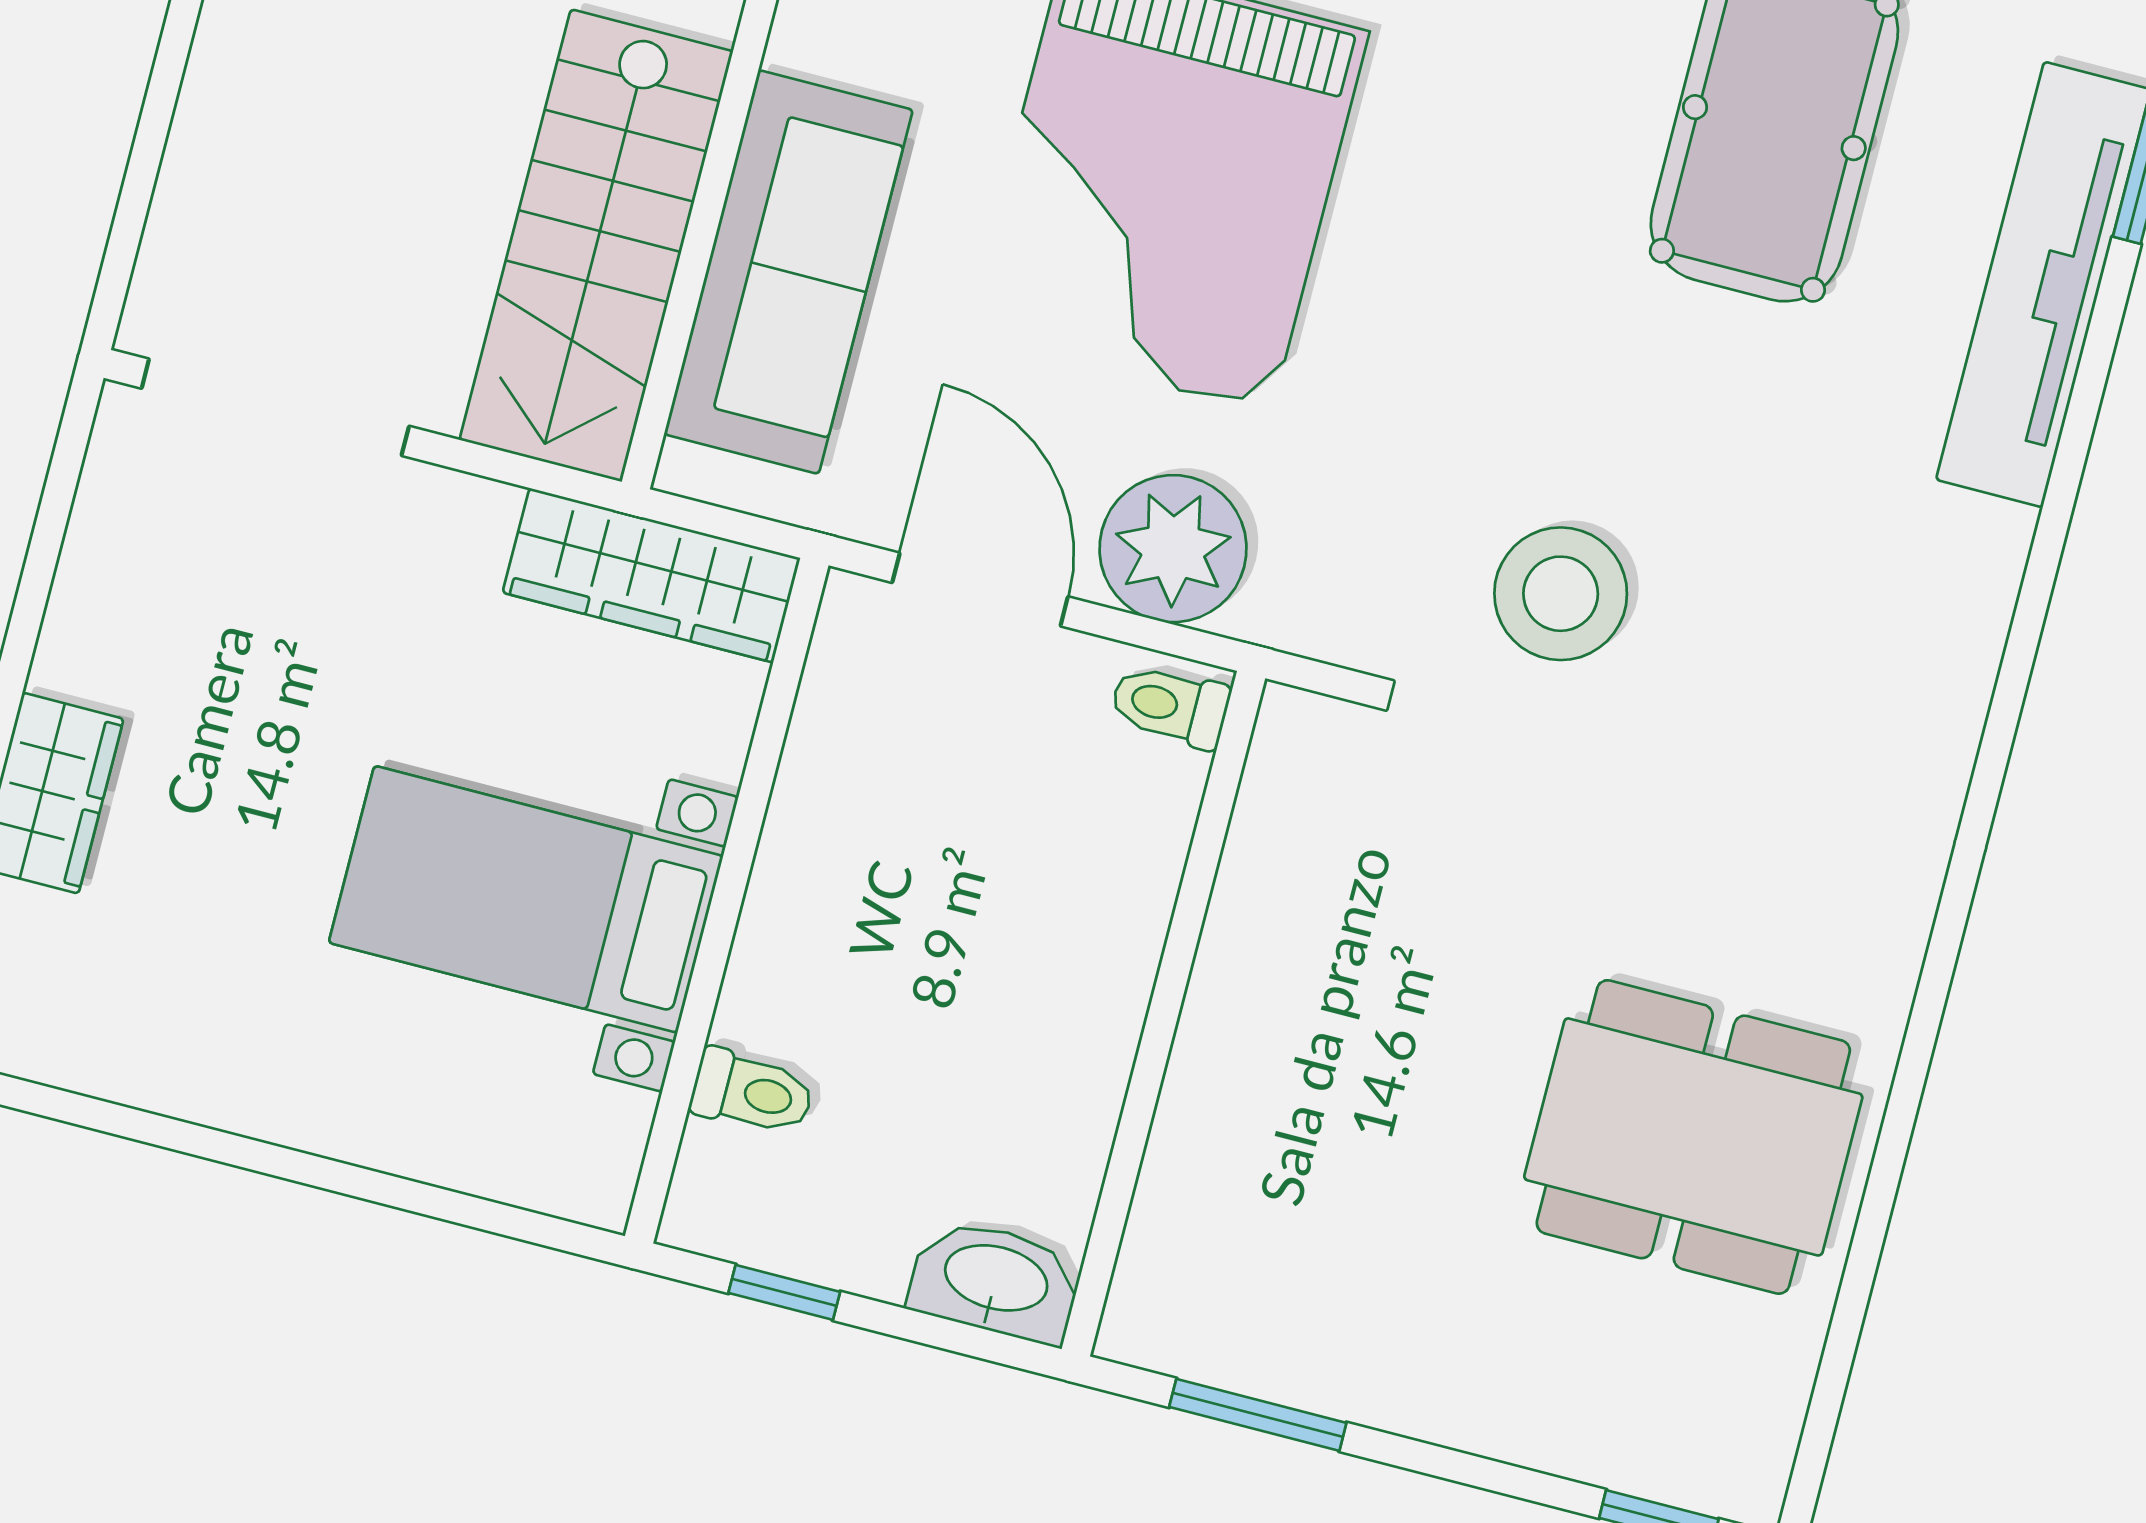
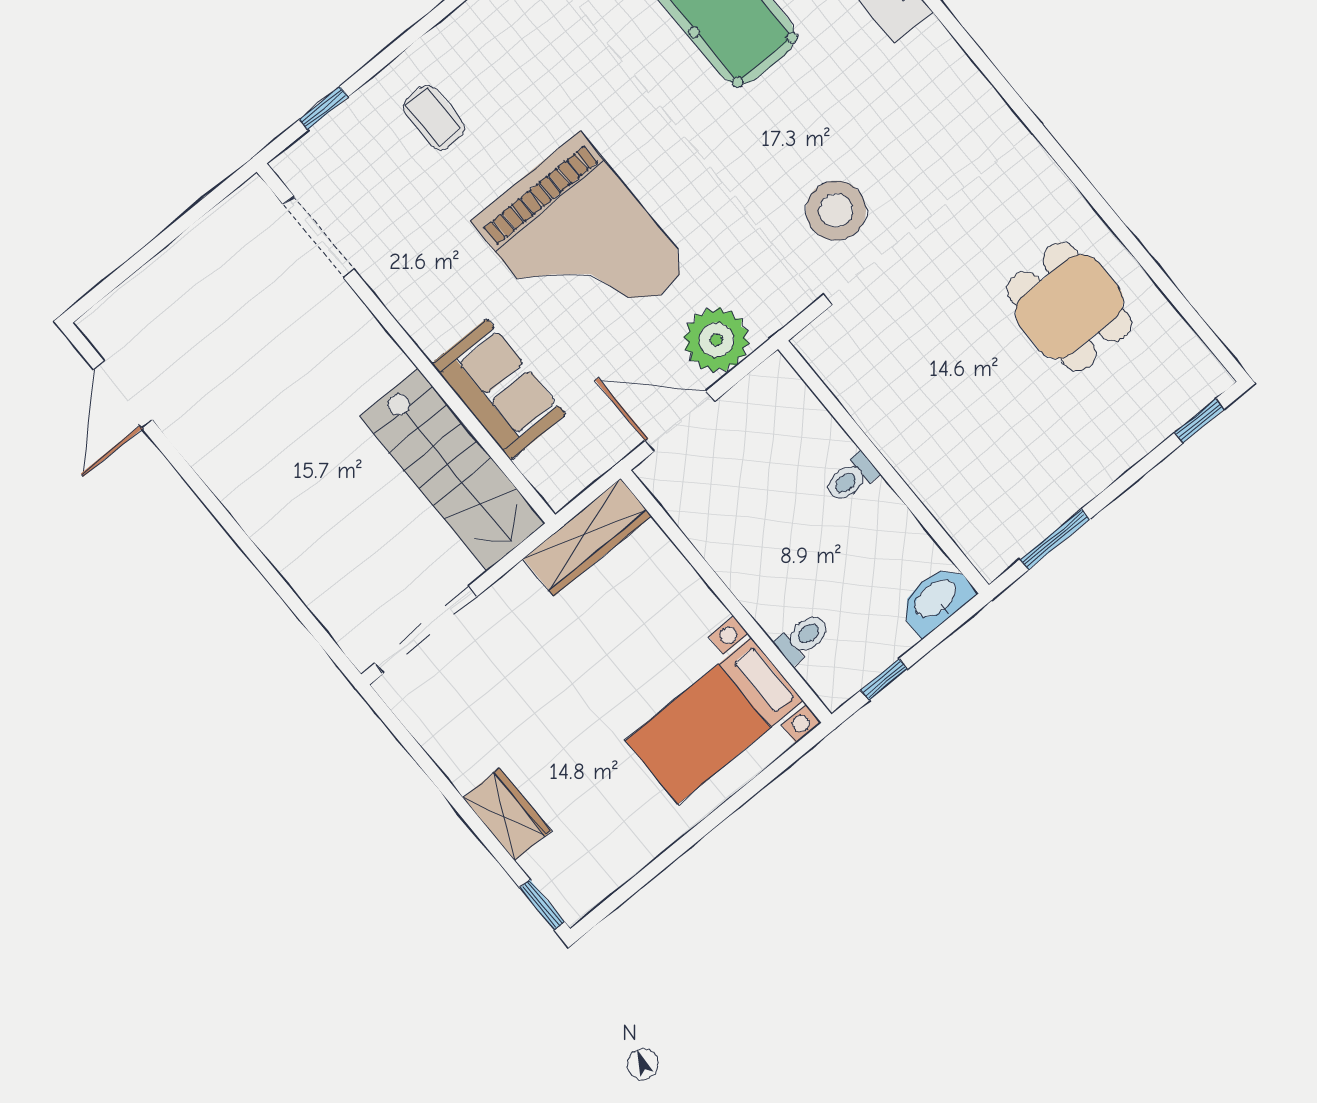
sofa: (788, 272) -> (499, 389), width x0.73
toilet: (1170, 706) -> (851, 478), moved
bed with nightstands: (526, 899) -> (714, 721), moved
dining table: (1693, 1137) -> (1069, 307), width x0.73

